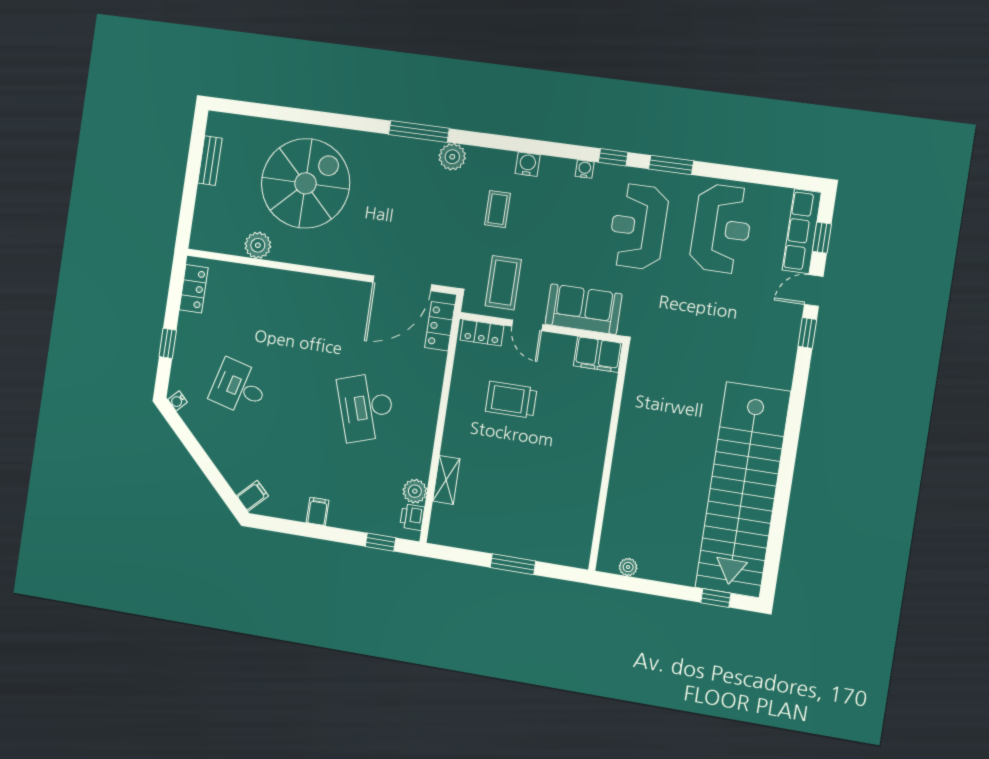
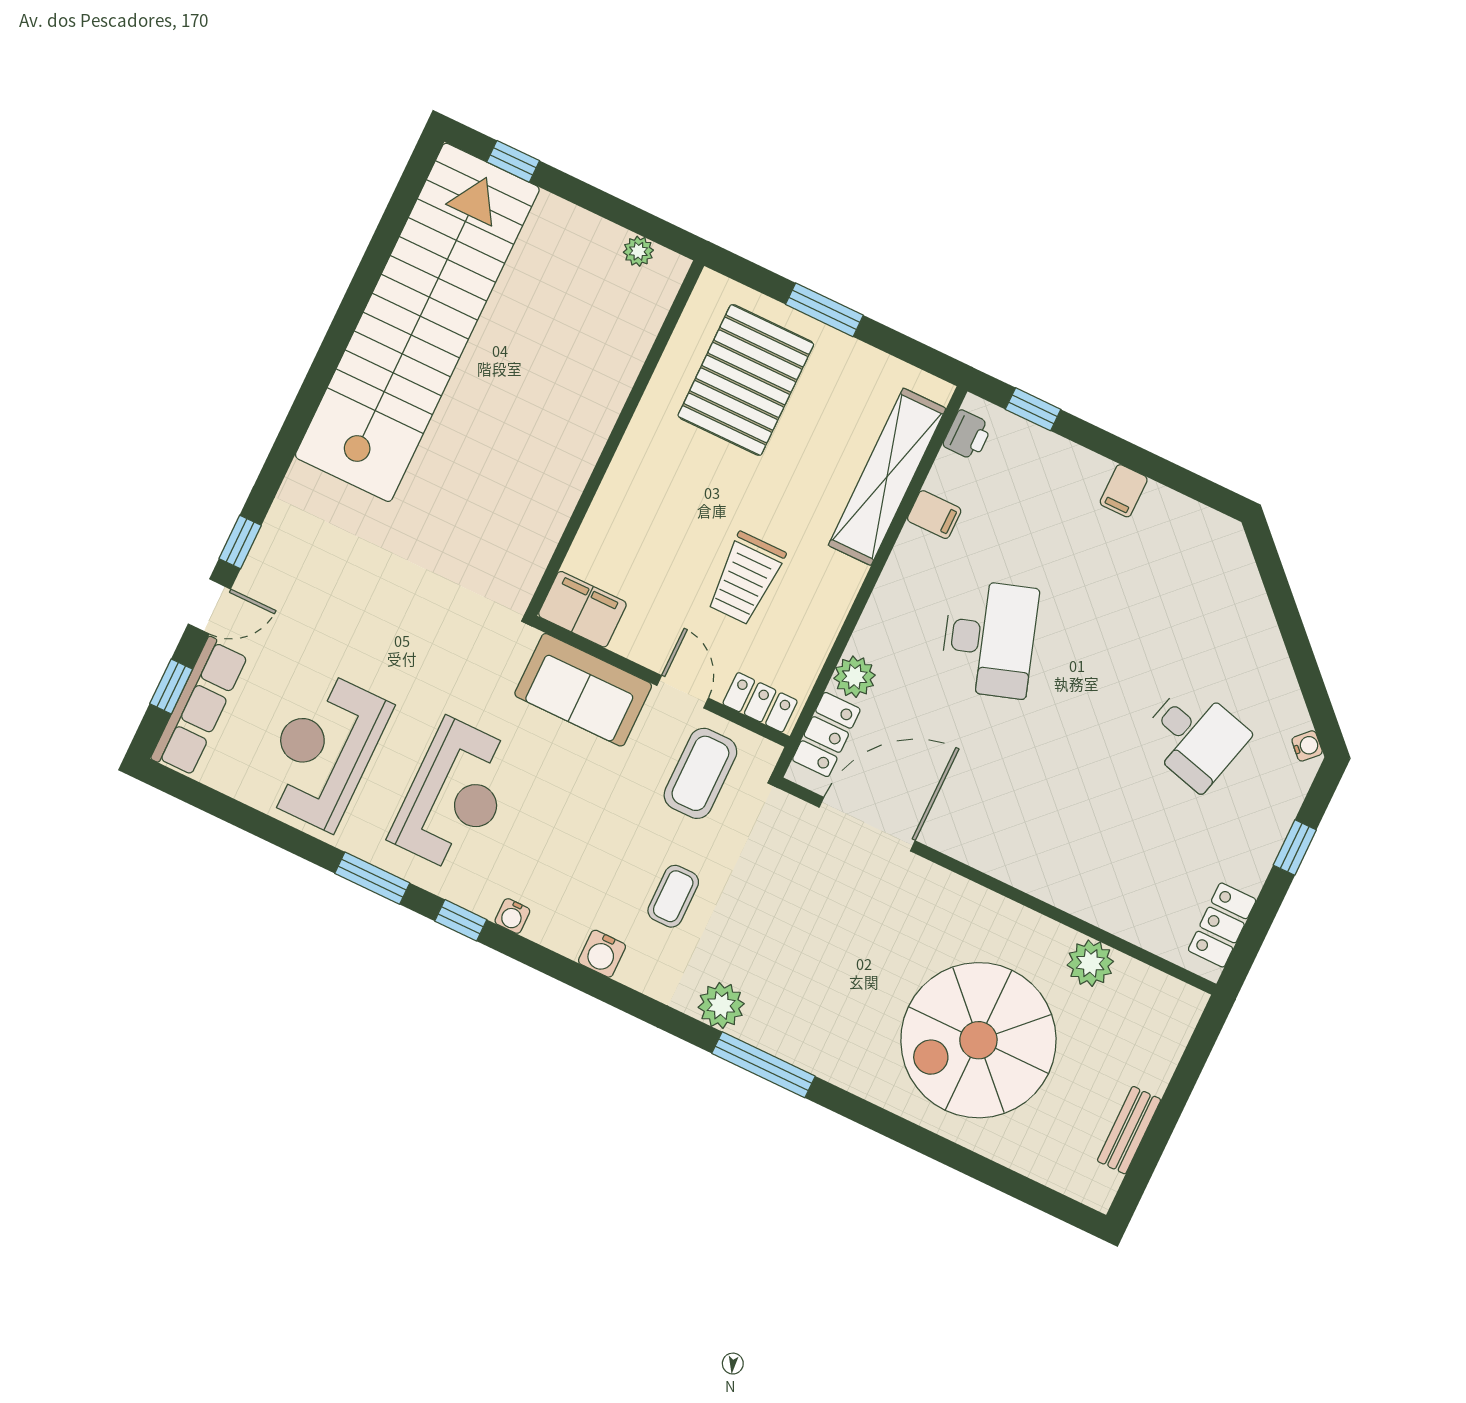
trolley: (511, 400) -> (746, 578), turned 90
shelving: (446, 480) -> (887, 477), width x2.20, depth x1.33
plant: (415, 491) -> (855, 677), moved
filing cabinet: (252, 496) -> (934, 515), moved, turned -135
pallet: (545, 512) -> (746, 380), added

